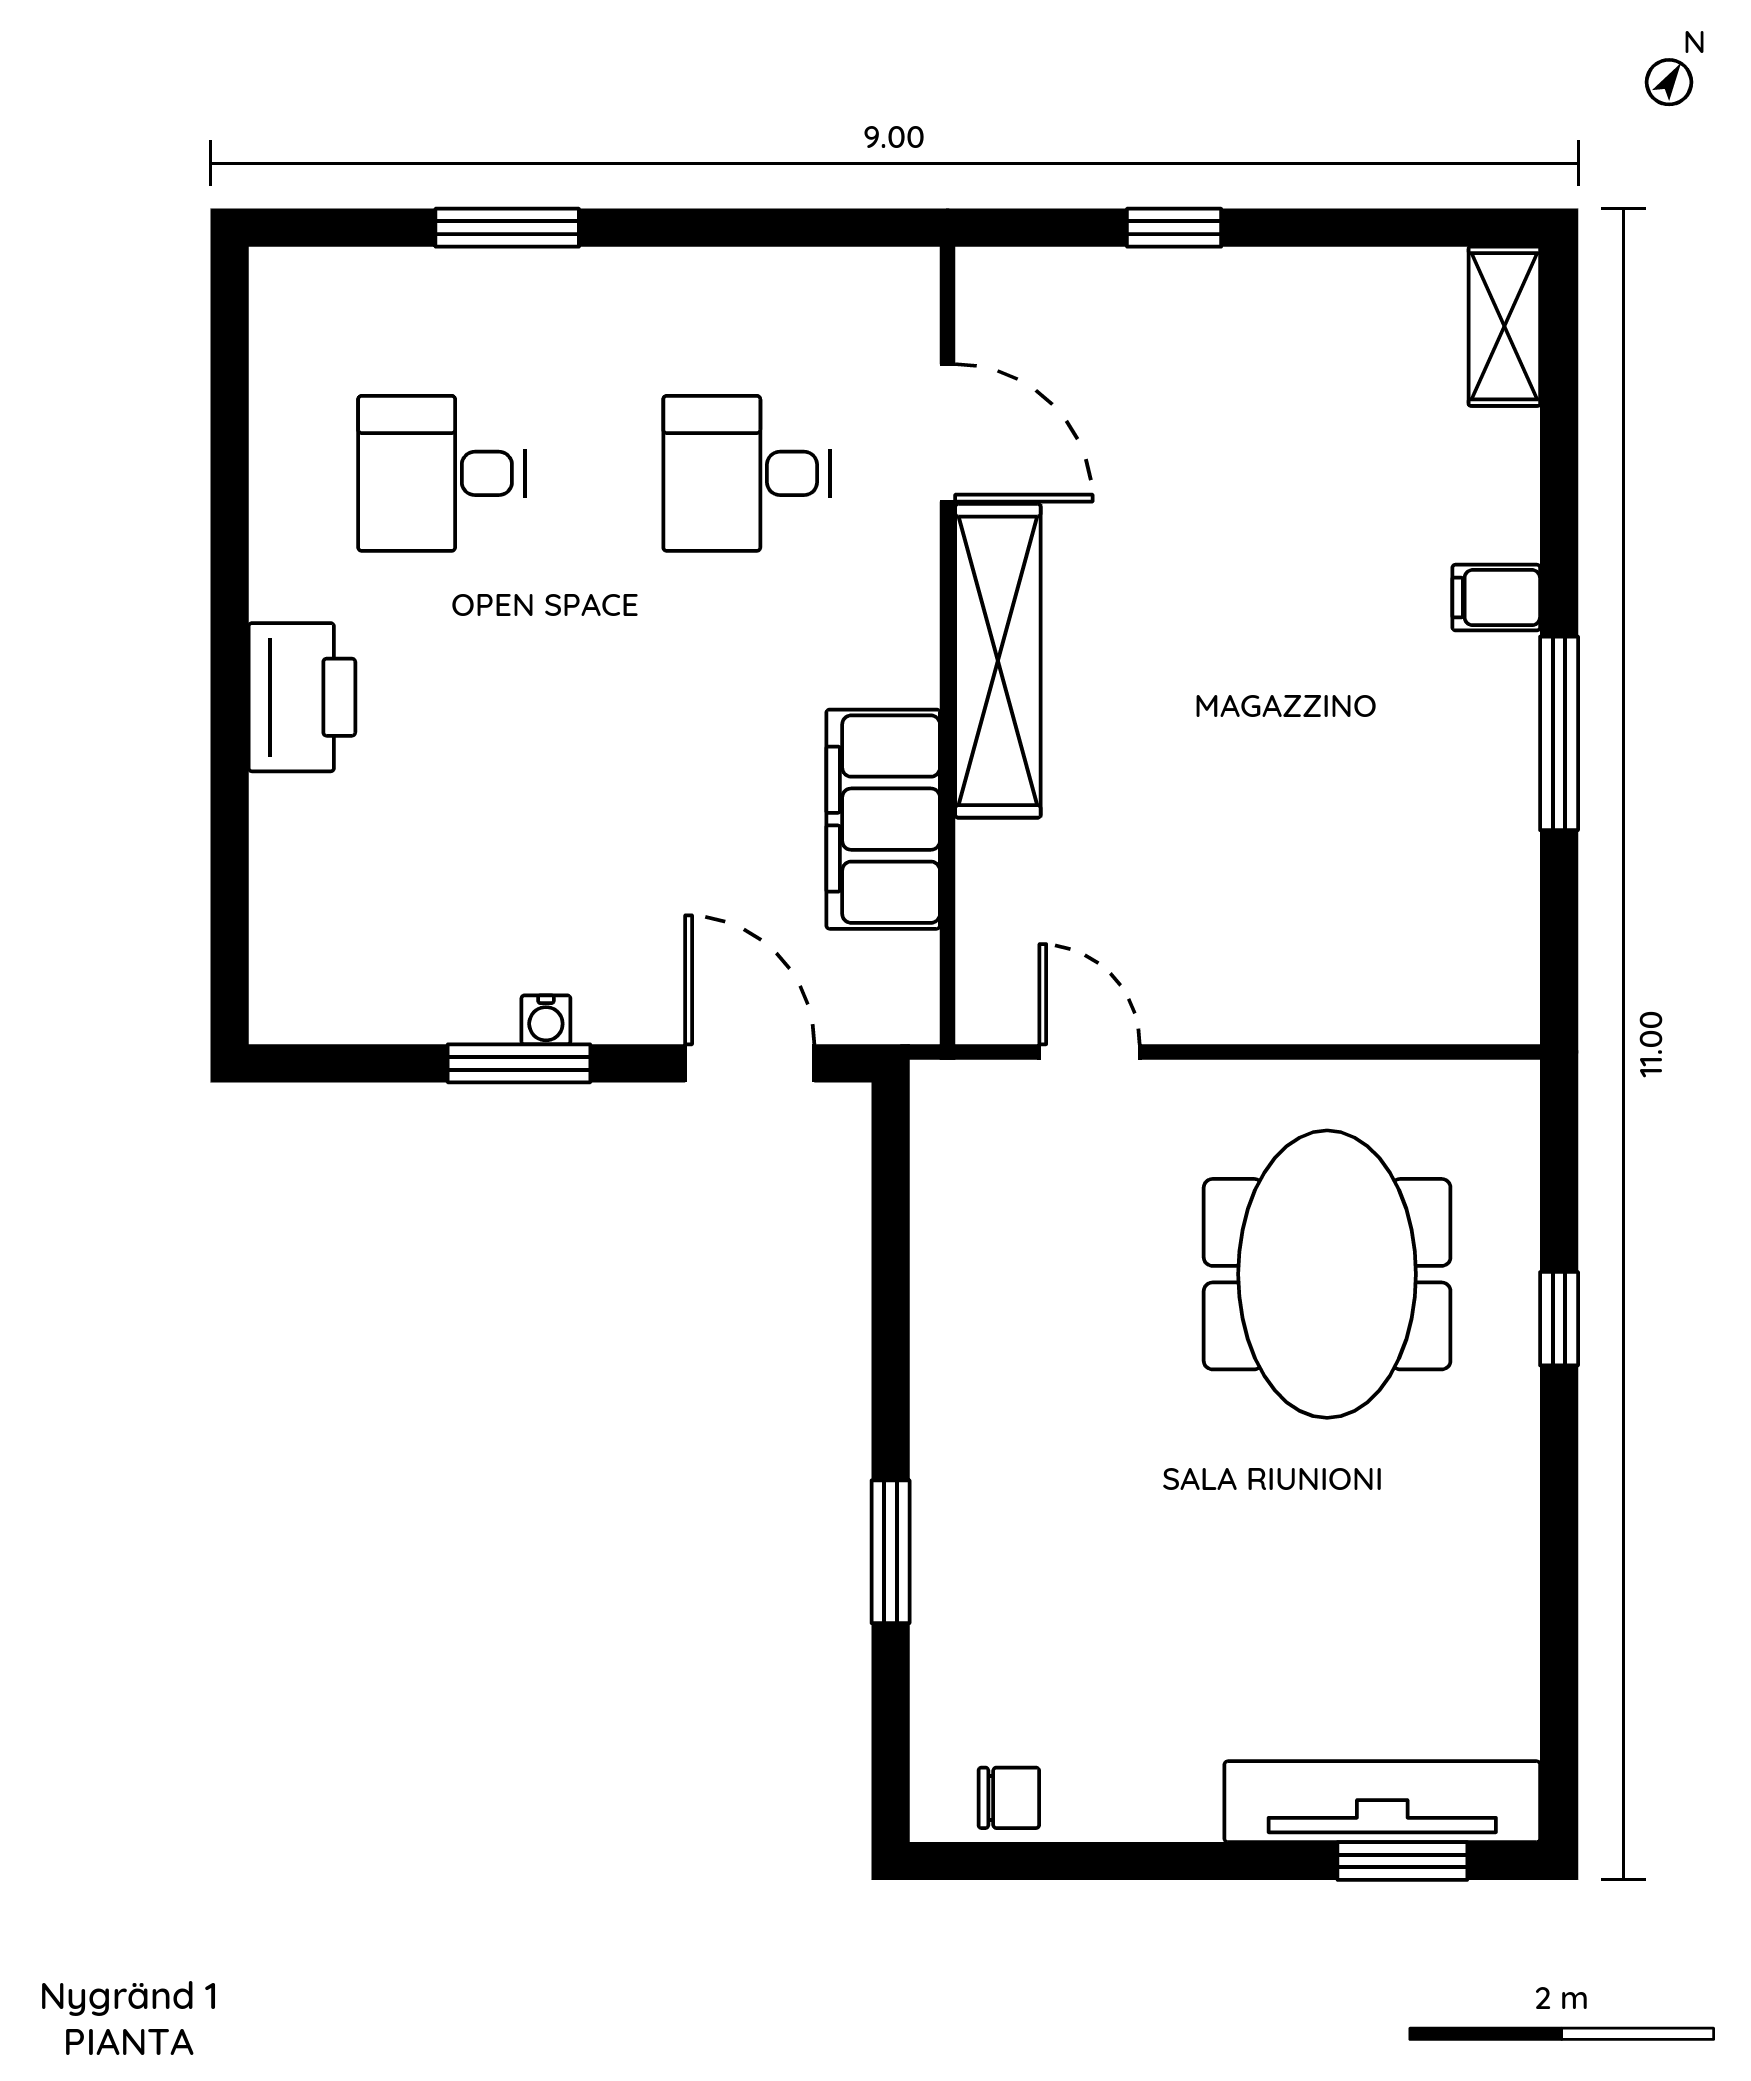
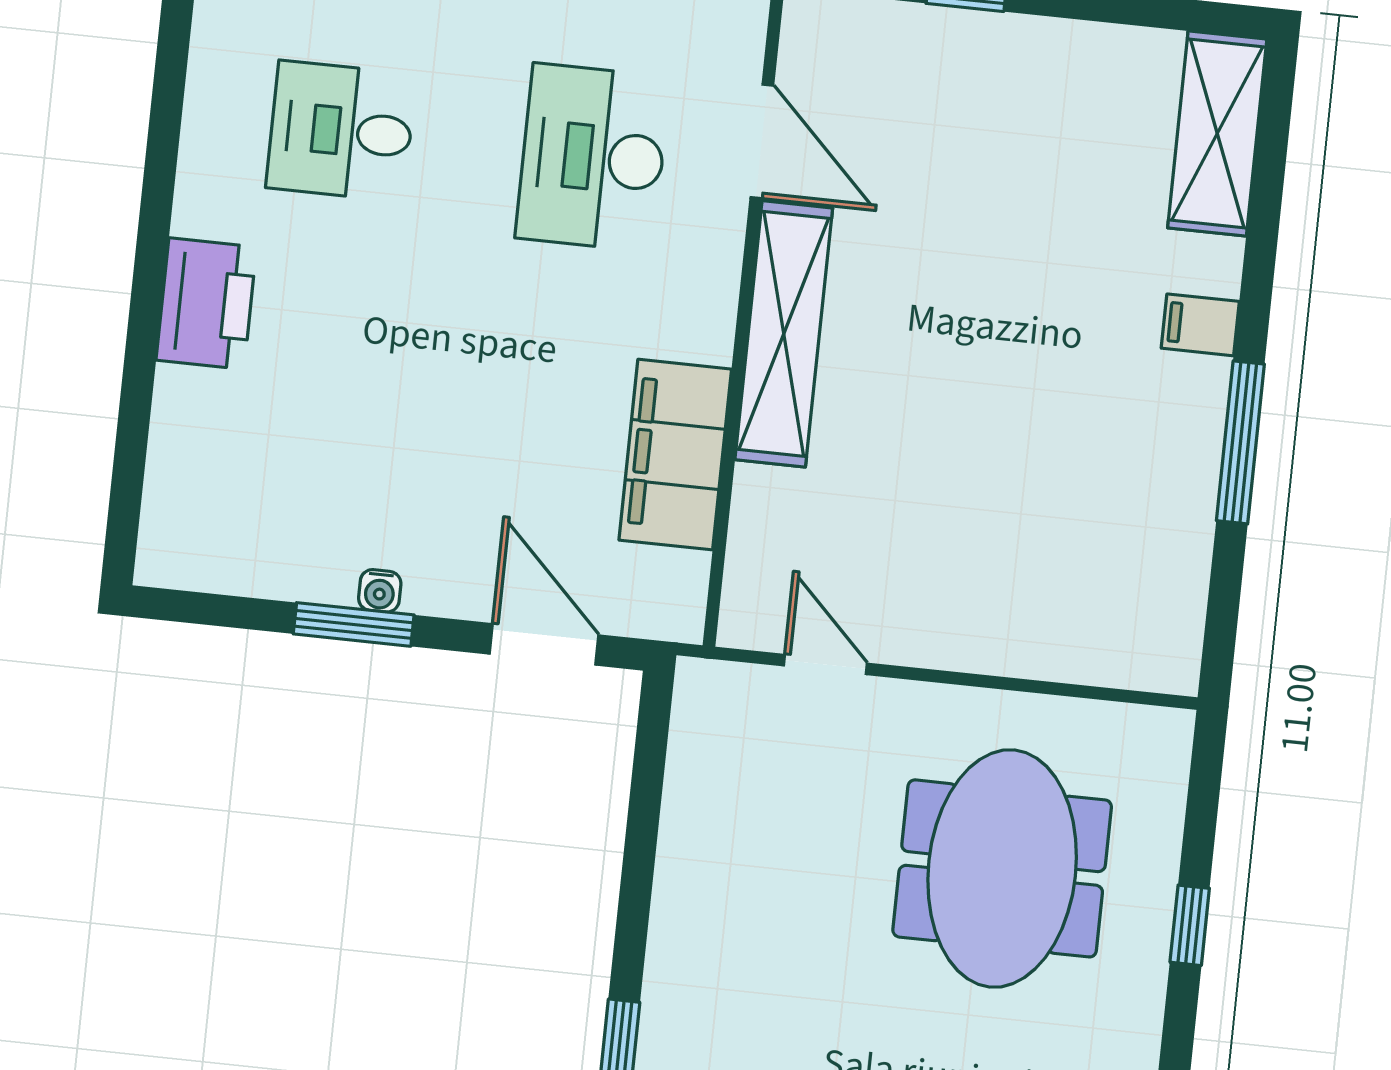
shelving: (1504, 326) -> (1217, 134), width x1.50, depth x1.33
desk: (747, 473) -> (593, 157), width x1.37

